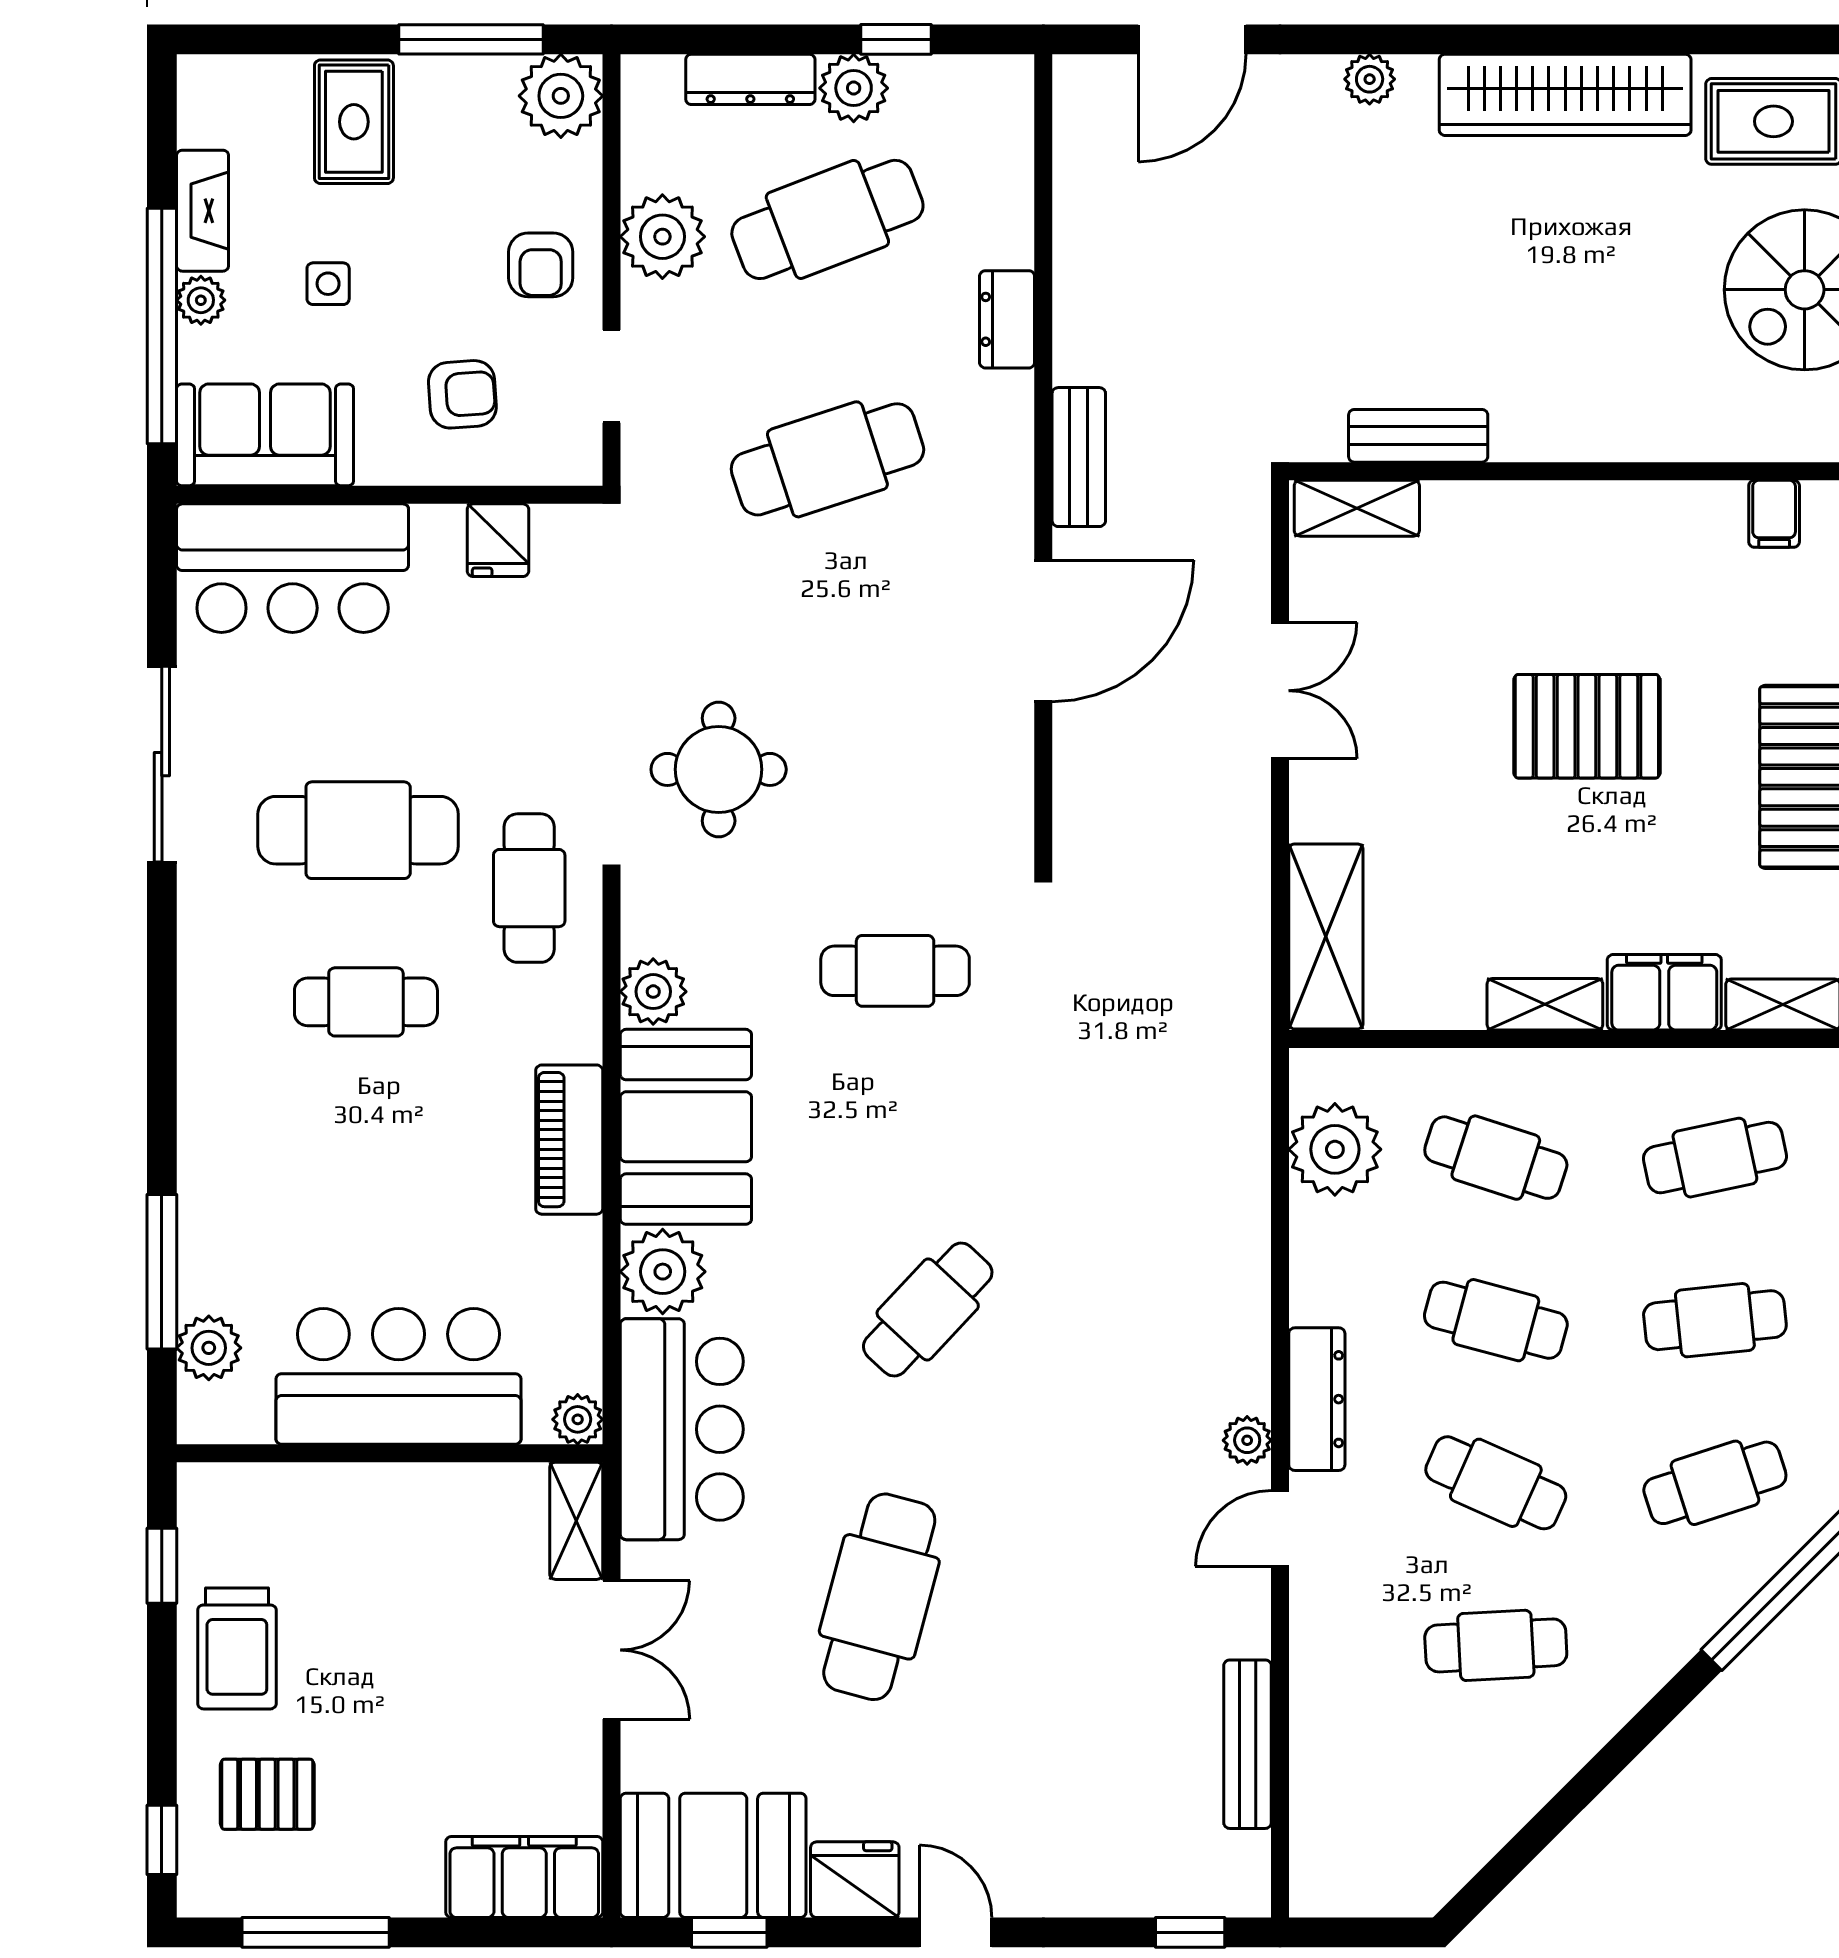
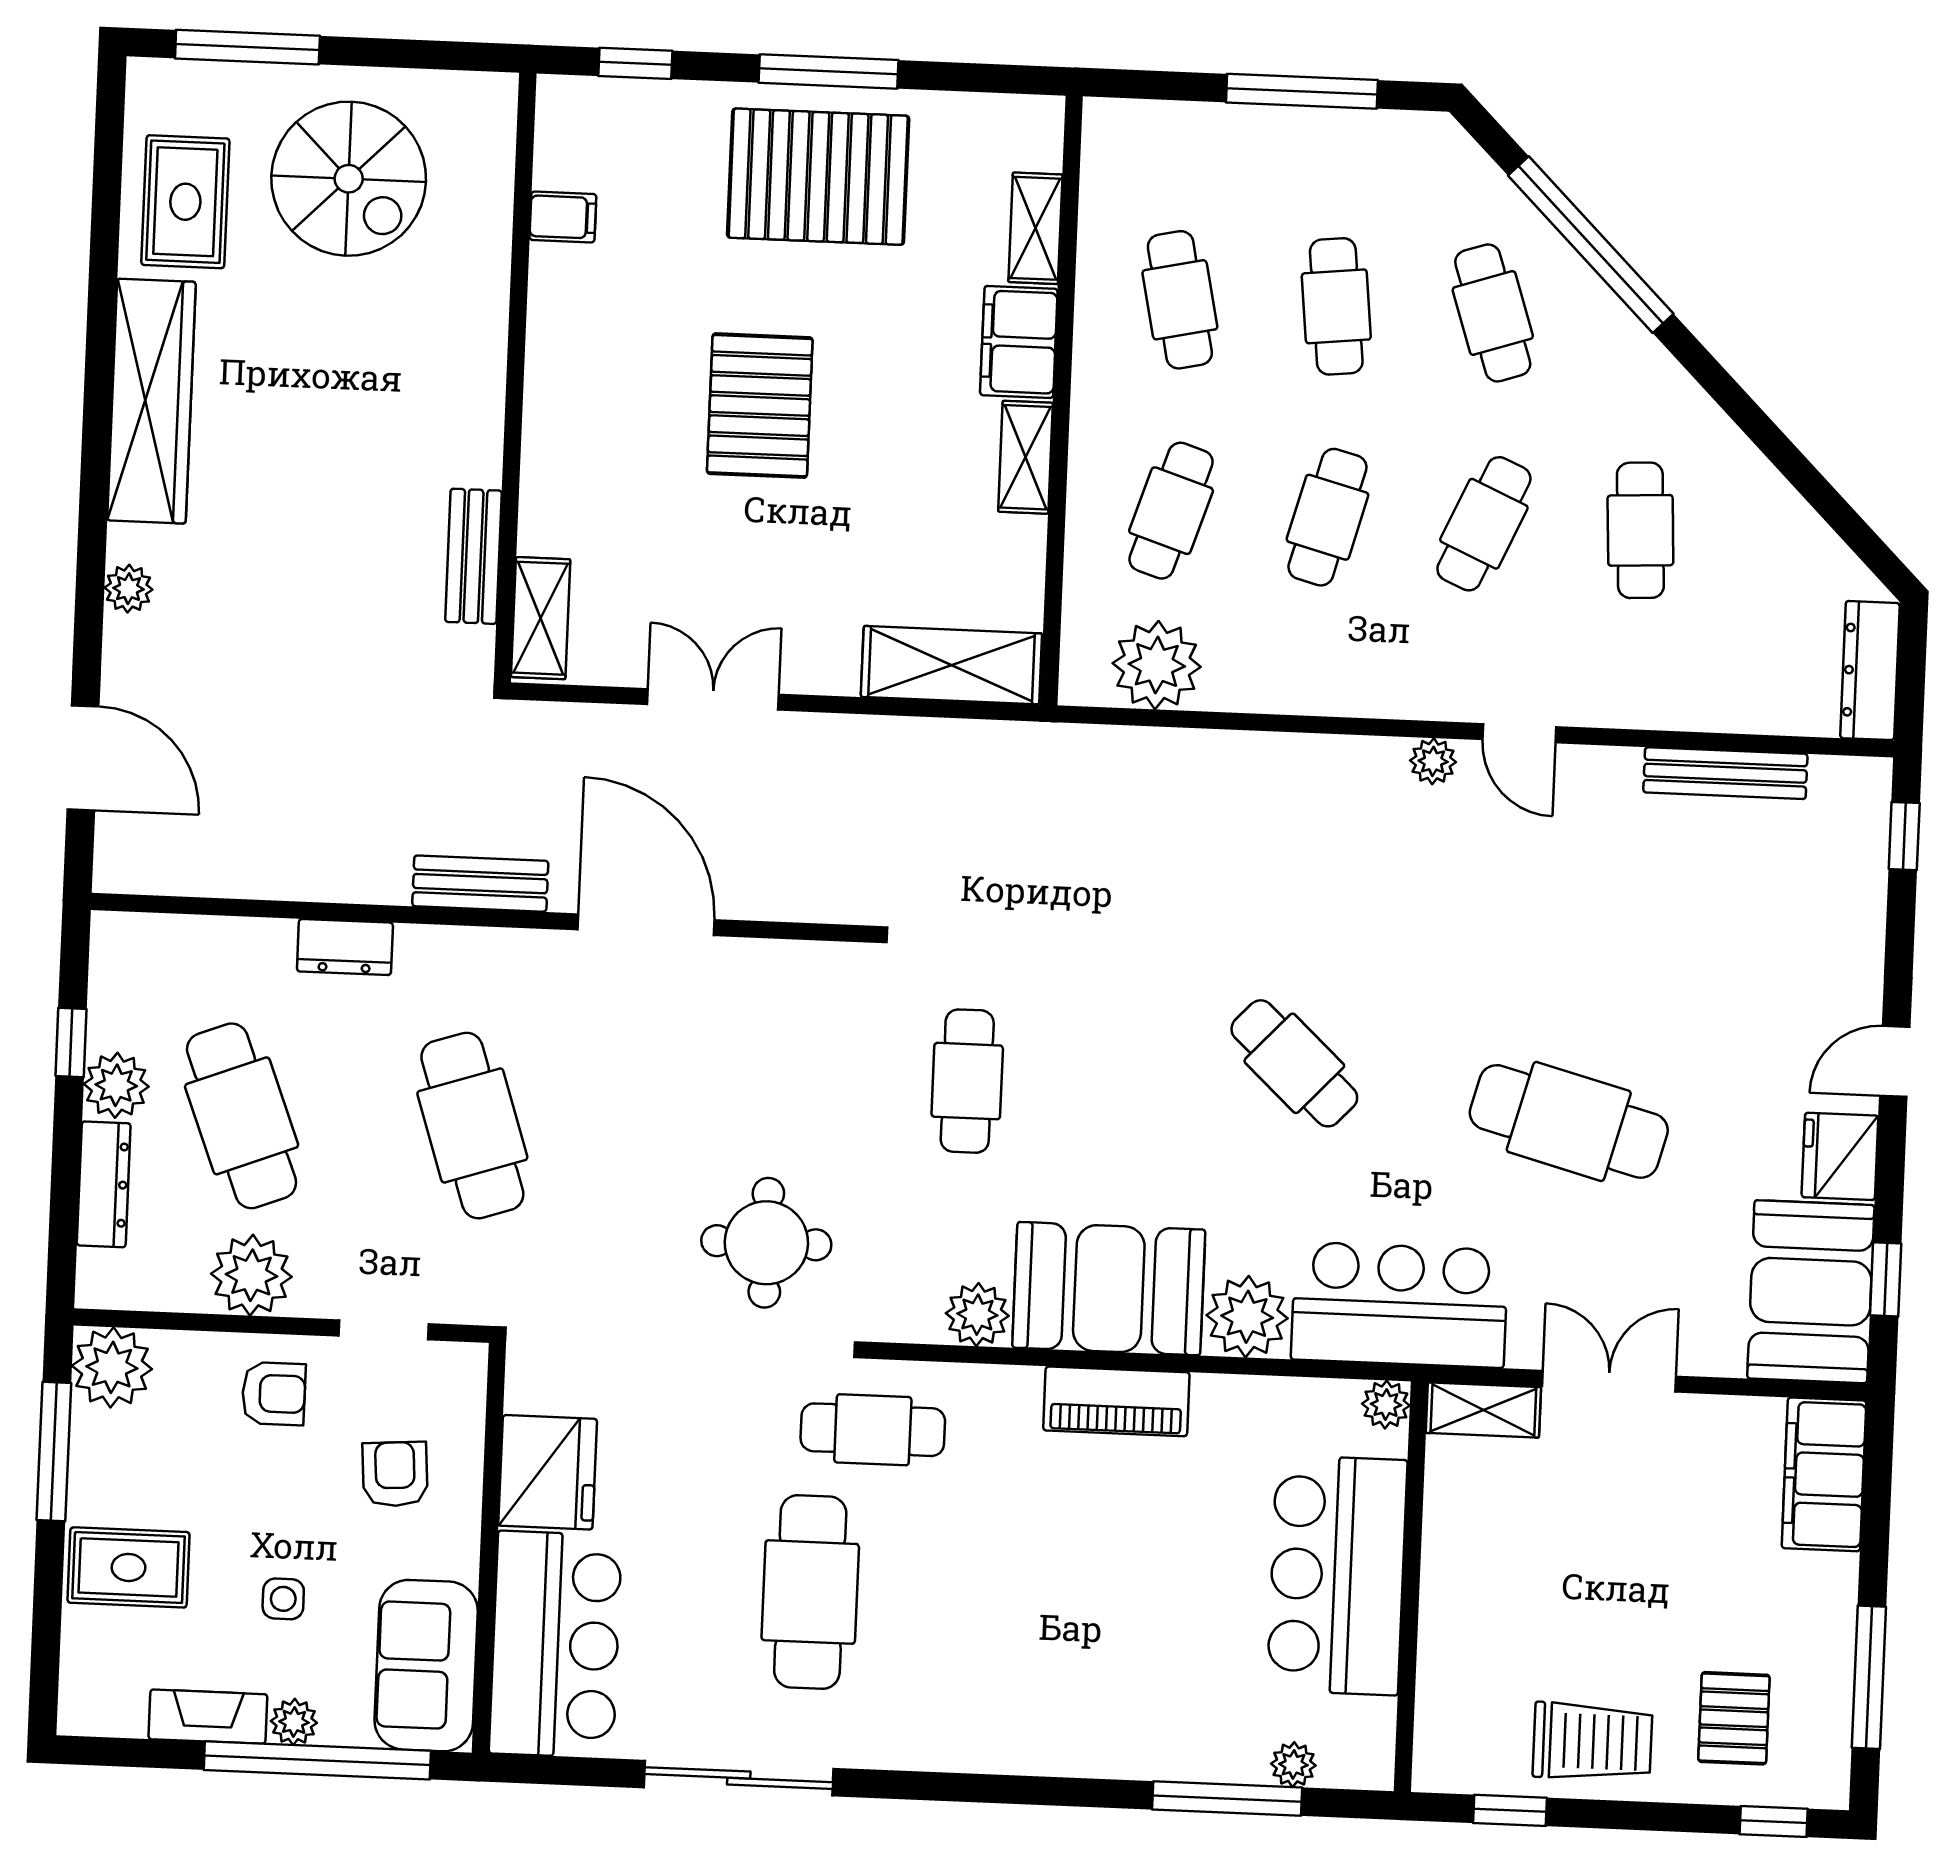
fridge: (498, 540) -> (548, 1472), width x1.88, depth x1.34
cafe table: (366, 1002) -> (976, 1591), removed
plant: (209, 1348) -> (1293, 1765), width x0.73, depth x0.73
dresser: (1317, 1399) -> (1870, 671), moved, turned -90

